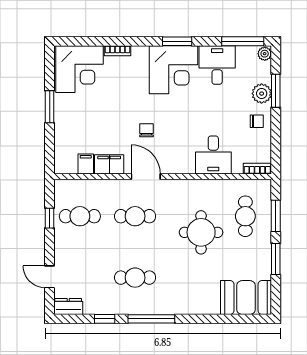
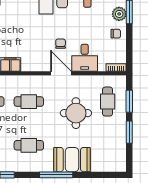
chair: (146, 130) -> (61, 44), moved
door: (146, 177) -> (61, 73), moved
booth: (246, 298) -> (72, 160), moved
window: (151, 319) -> (56, 175), moved

